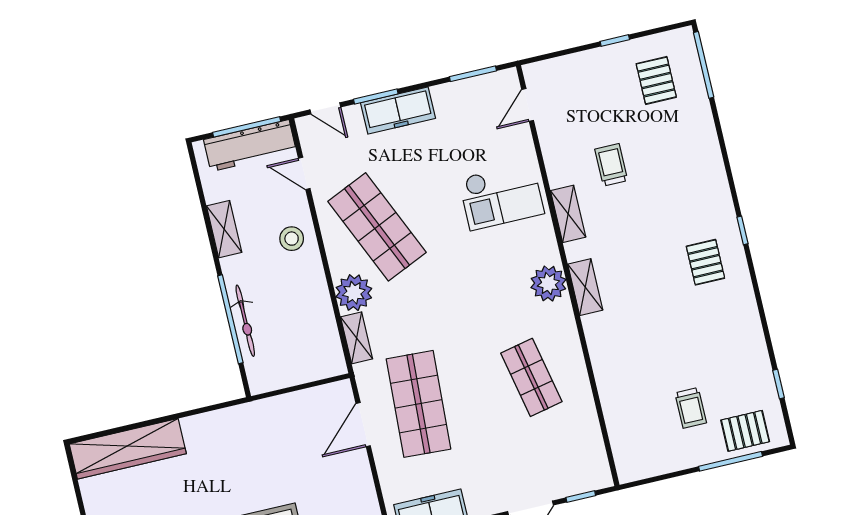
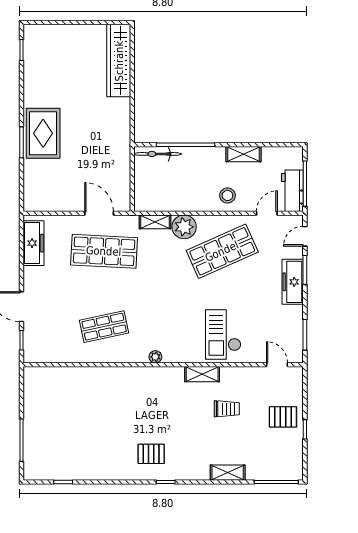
pallet: (656, 80) -> (283, 417), moved
workbench: (250, 146) -> (292, 191), width x0.73
plant: (548, 284) -> (155, 357), width x0.53, depth x0.53
shelving: (585, 287) -> (228, 473), moved
bicycle: (245, 321) -> (158, 154), moved
trolley: (691, 408) -> (61, 423), removed
pallet: (745, 431) -> (38, 454), removed

